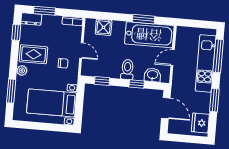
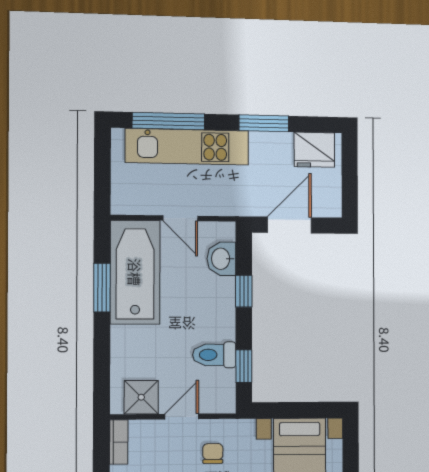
shower: (104, 27) -> (141, 397), moved
toilet: (127, 69) -> (214, 355), moved

